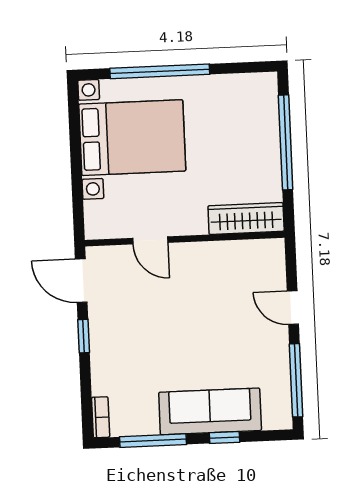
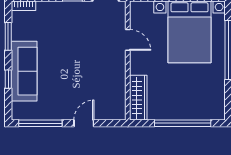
door: (150, 240) -> (128, 40), swing flipped
window: (153, 441) -> (8, 36), width x0.69

